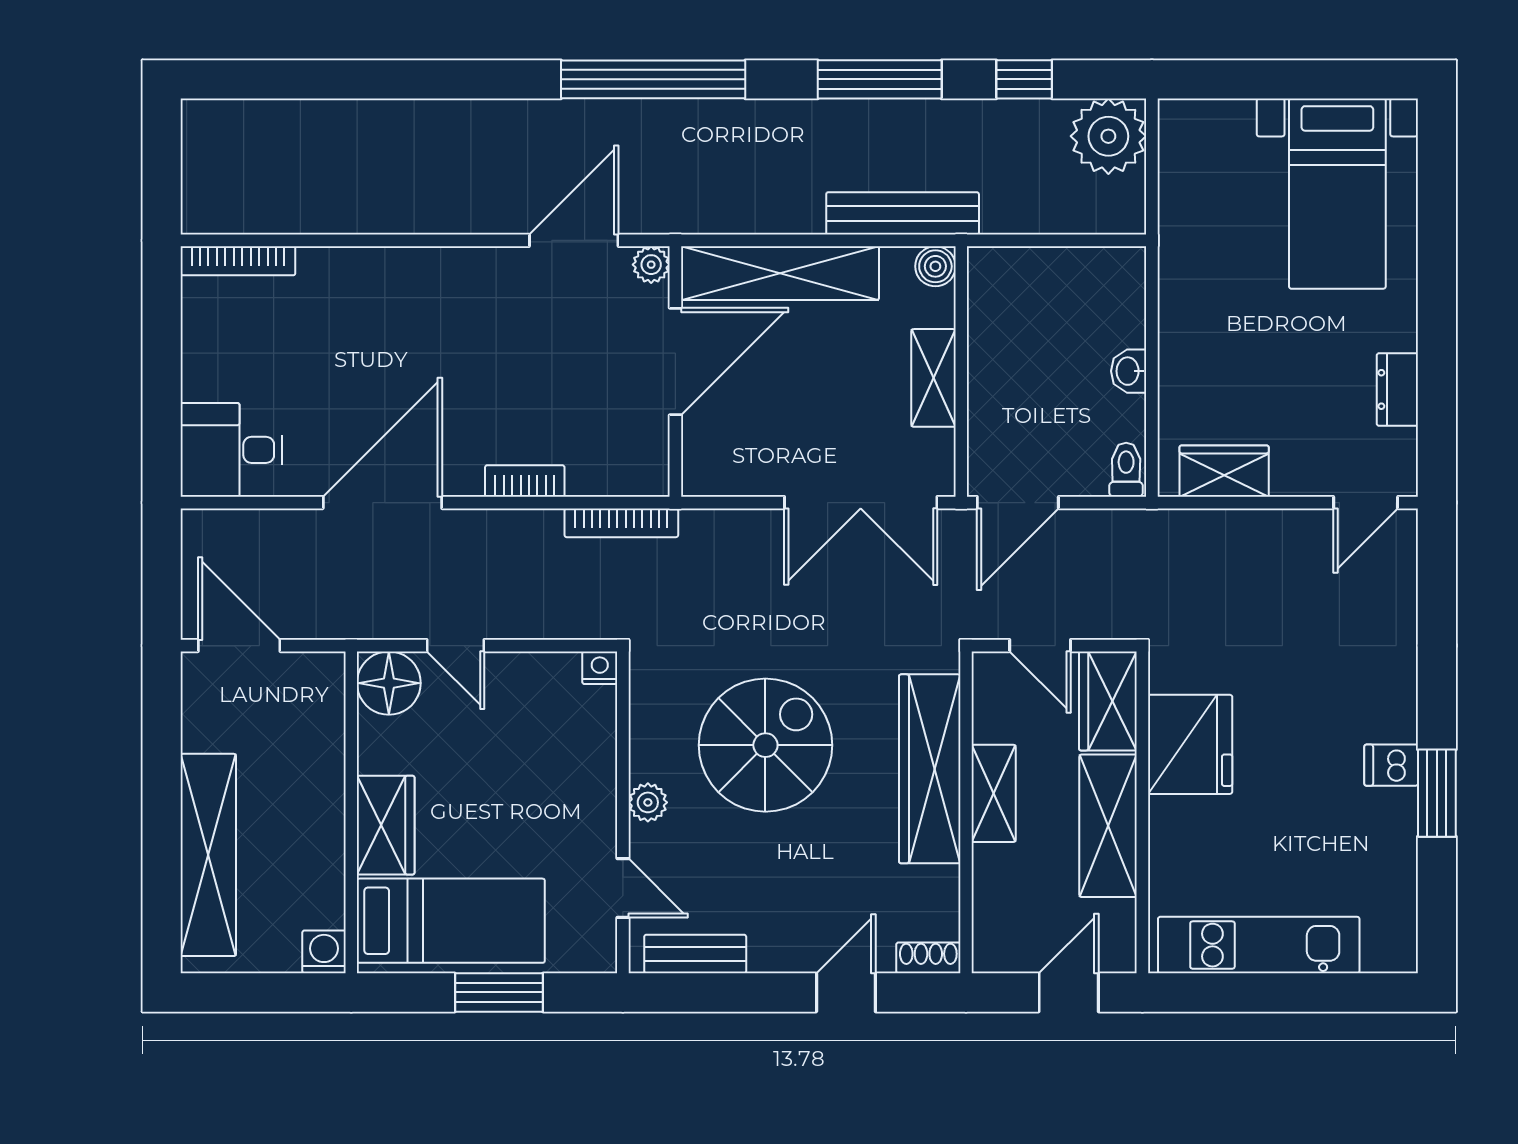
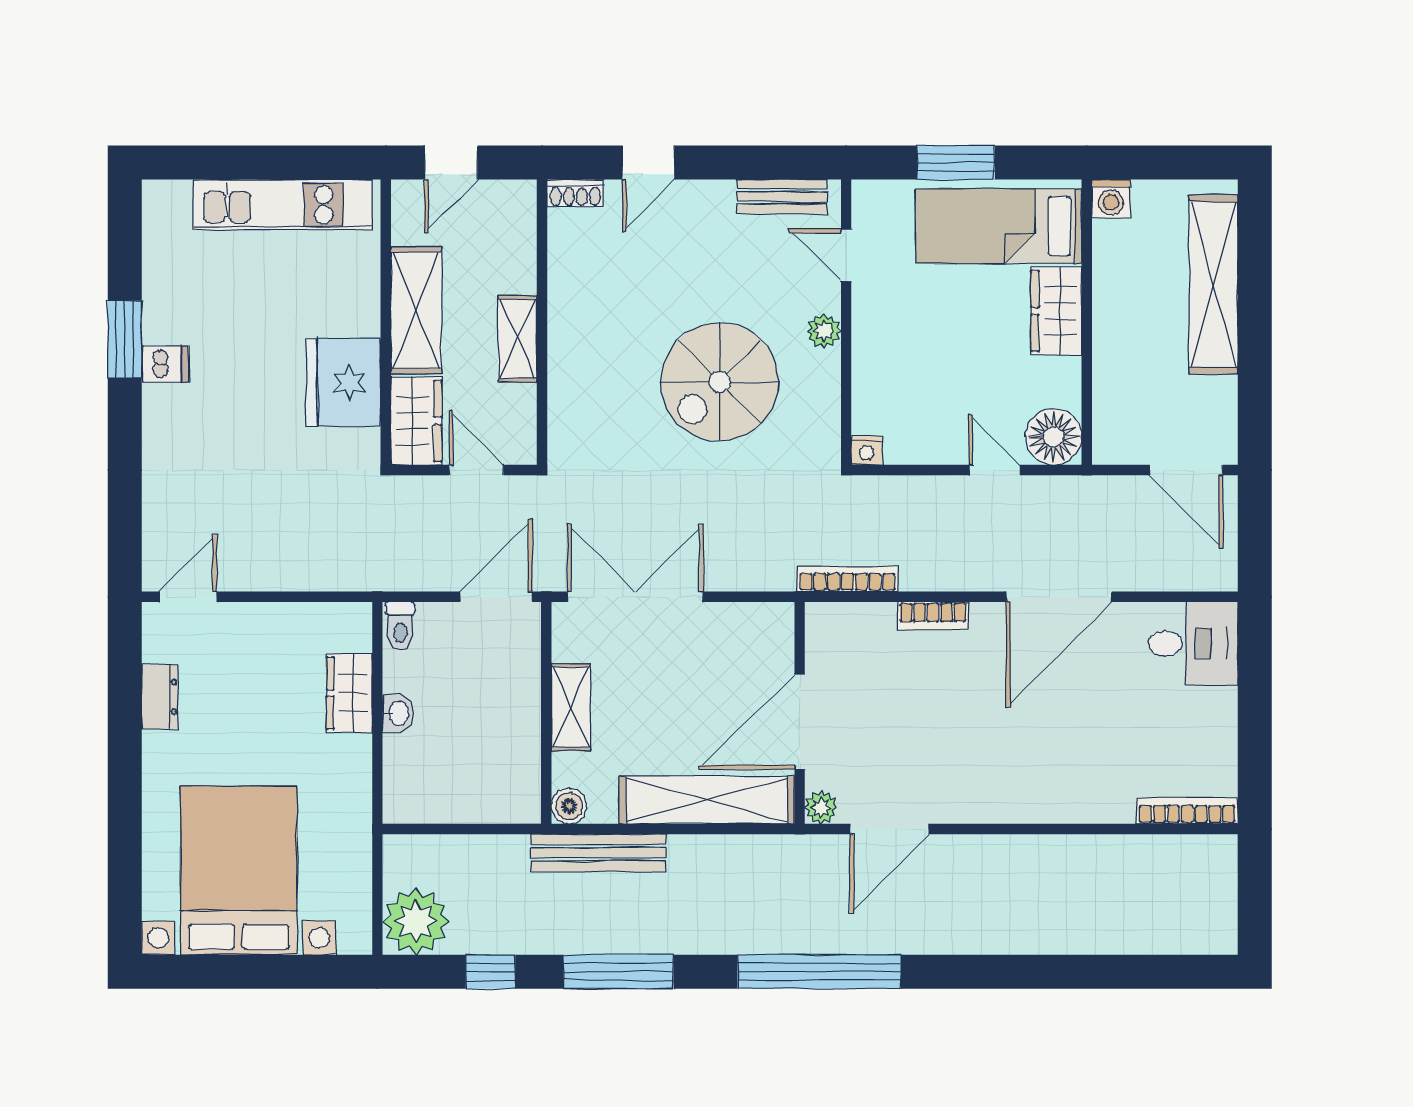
bed with nightstands: (1337, 194) -> (239, 870), width x1.36
wardrobe: (1224, 471) -> (349, 693), moved, turned 90
wardrobe: (930, 769) -> (574, 361), removed

